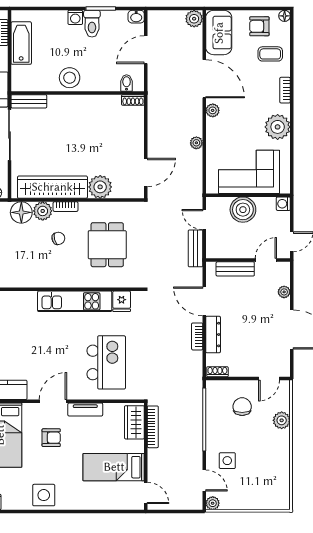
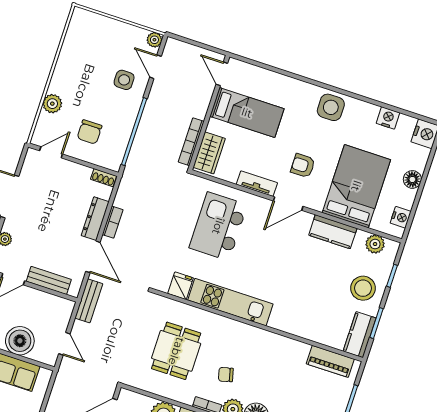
bench: (195, 248) -> (89, 301), moved

